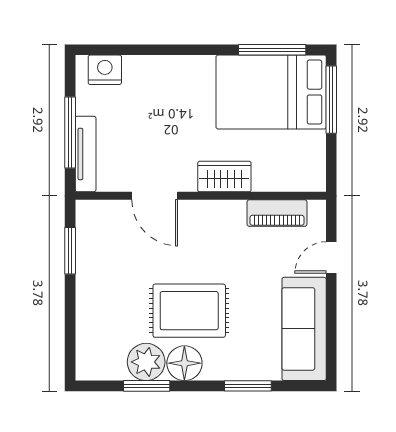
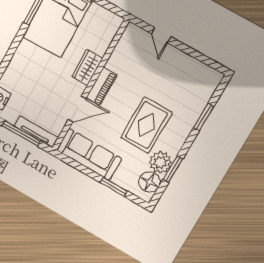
piano: (277, 213) -> (102, 86), moved
window: (70, 251) -> (114, 187), moved
sofa: (304, 329) -> (89, 154), moved, turned 180
floor lamp: (184, 363) -> (150, 182), moved

